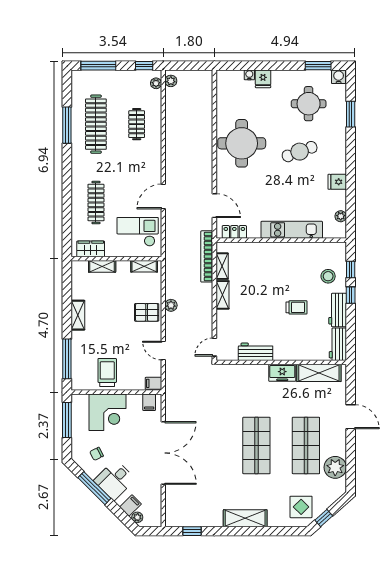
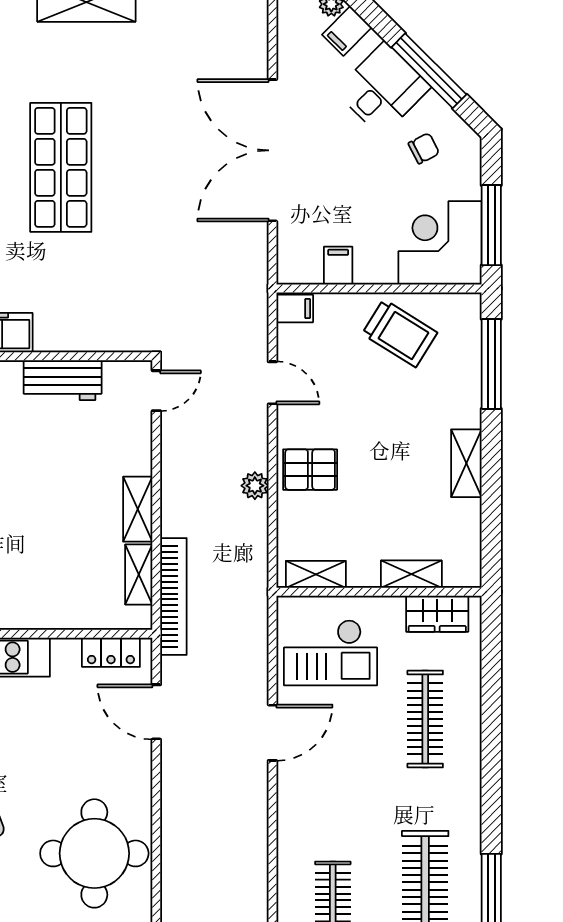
trolley: (107, 372) -> (400, 333), turned -58
filing cabinet: (149, 402) -> (338, 266), moved
corner desk: (107, 412) -> (440, 243), moved

